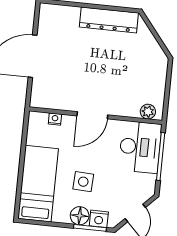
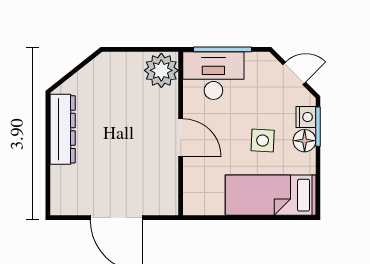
plant: (148, 112) -> (161, 70), width x1.88, depth x1.88
nightstand: (55, 119) -> (190, 183), removed

